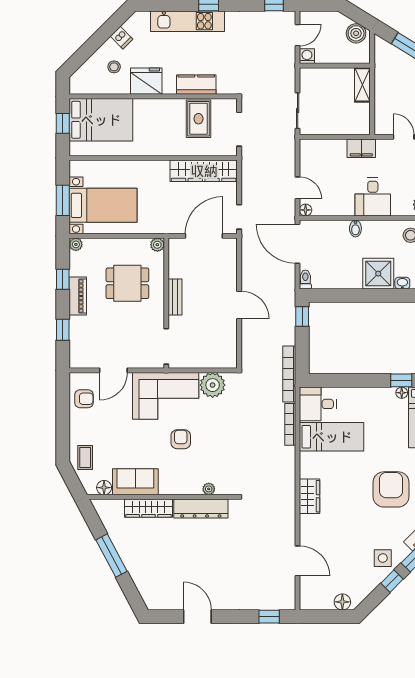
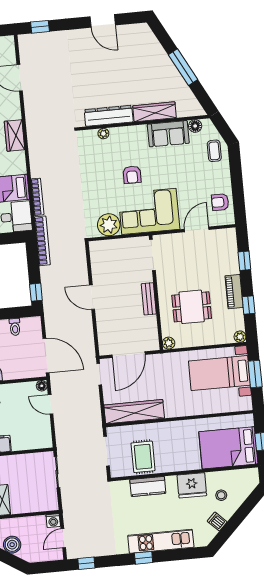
toilet: (305, 279) -> (15, 327), moved

